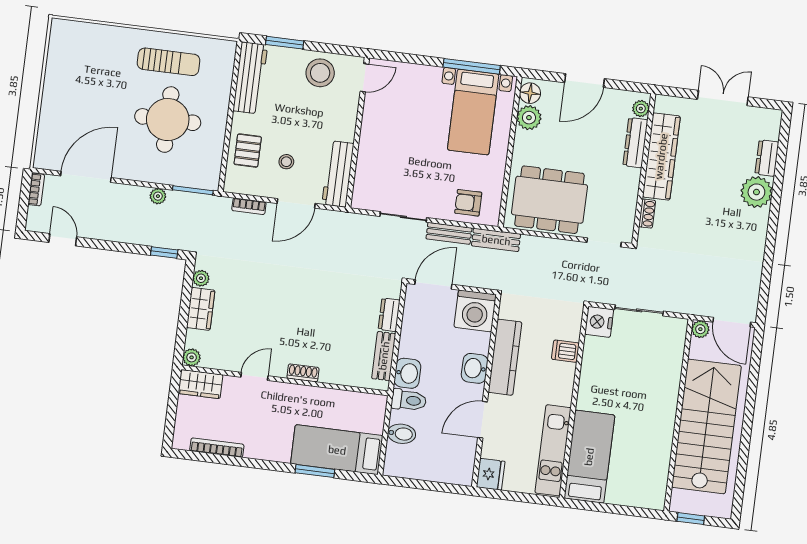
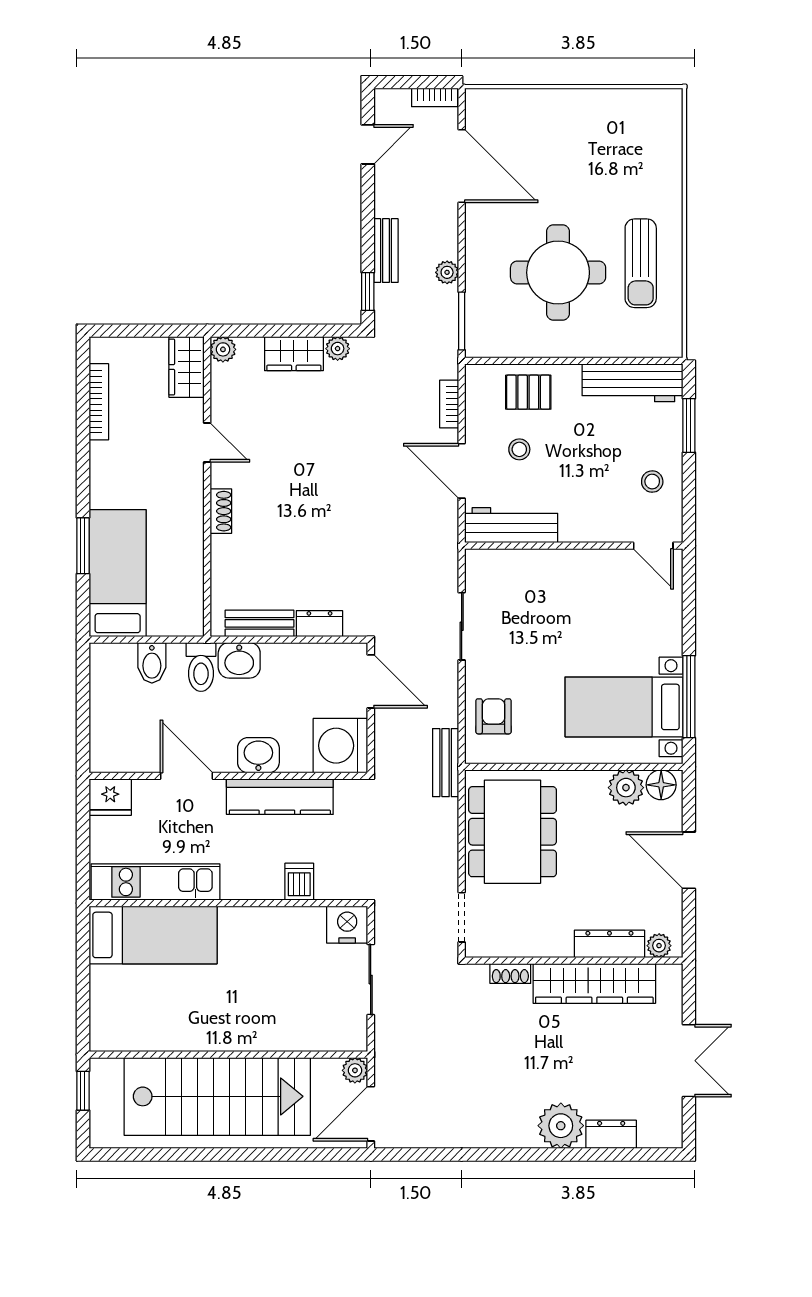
stool: (320, 73) -> (652, 482), width x0.53, depth x0.53
bench: (449, 233) -> (386, 251), moved

